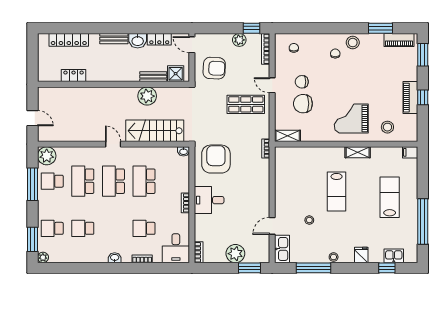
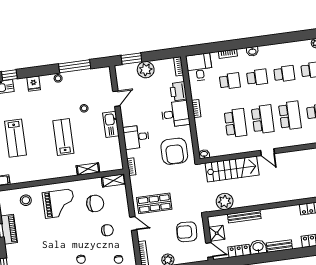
shower: (176, 74) -> (217, 233), moved
bench: (153, 77) -> (244, 216), width x1.36
plant: (147, 96) -> (225, 201), moved
chair: (303, 104) -> (95, 203), moved
shelving: (358, 152) -> (88, 169), moved
desk: (256, 180) -> (136, 137), added
printer: (203, 225) -> (178, 91), added
school desk: (113, 228) -> (257, 77), added
kitchen sink: (282, 249) -> (111, 124), moved

